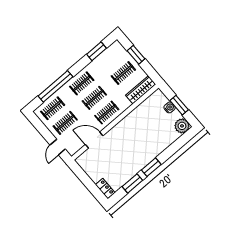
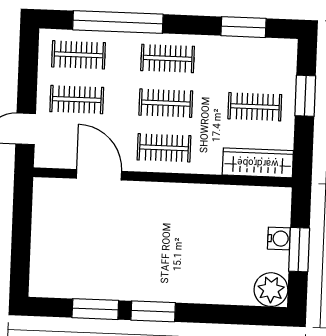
locker: (105, 189) -> (41, 275), removed

